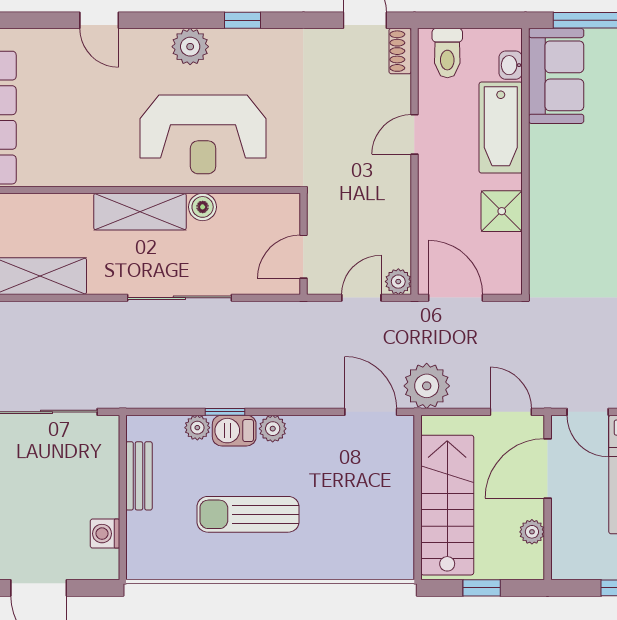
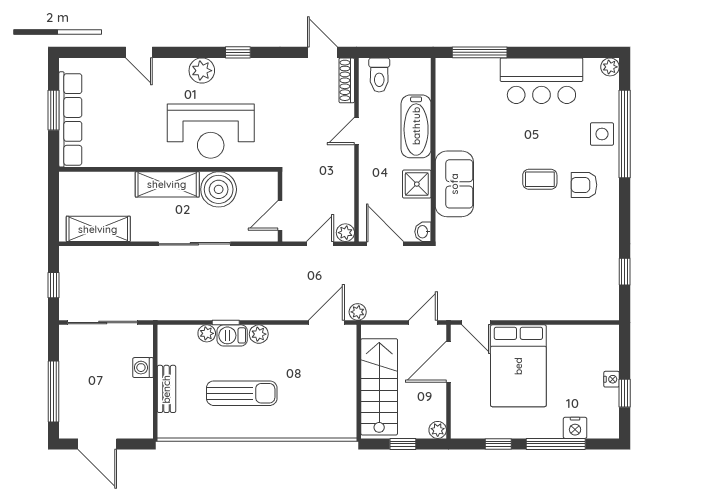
shoe rack: (400, 51) -> (347, 80), width x1.43
washbasin: (511, 65) -> (423, 232), moved
sofa: (556, 76) -> (454, 184), moved
boiler: (203, 207) -> (219, 189), width x1.86, depth x1.86
plant: (427, 386) -> (358, 312), width x0.53, depth x0.53
door: (371, 412) -> (326, 323), hinge flipped
door: (511, 412) -> (423, 323), hinge flipped
bench: (139, 476) -> (166, 389), moved
sun lounger: (248, 514) -> (242, 393), turned 180
plant: (532, 532) -> (438, 430), moved
washing machine: (105, 534) -> (143, 368), moved

